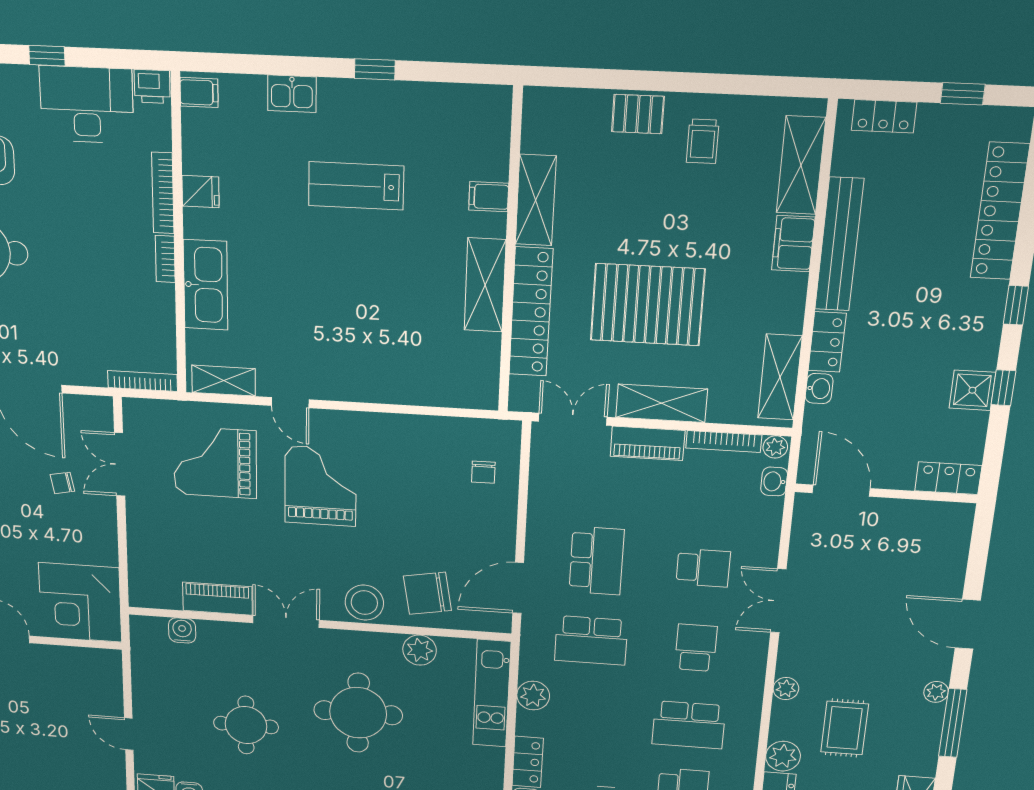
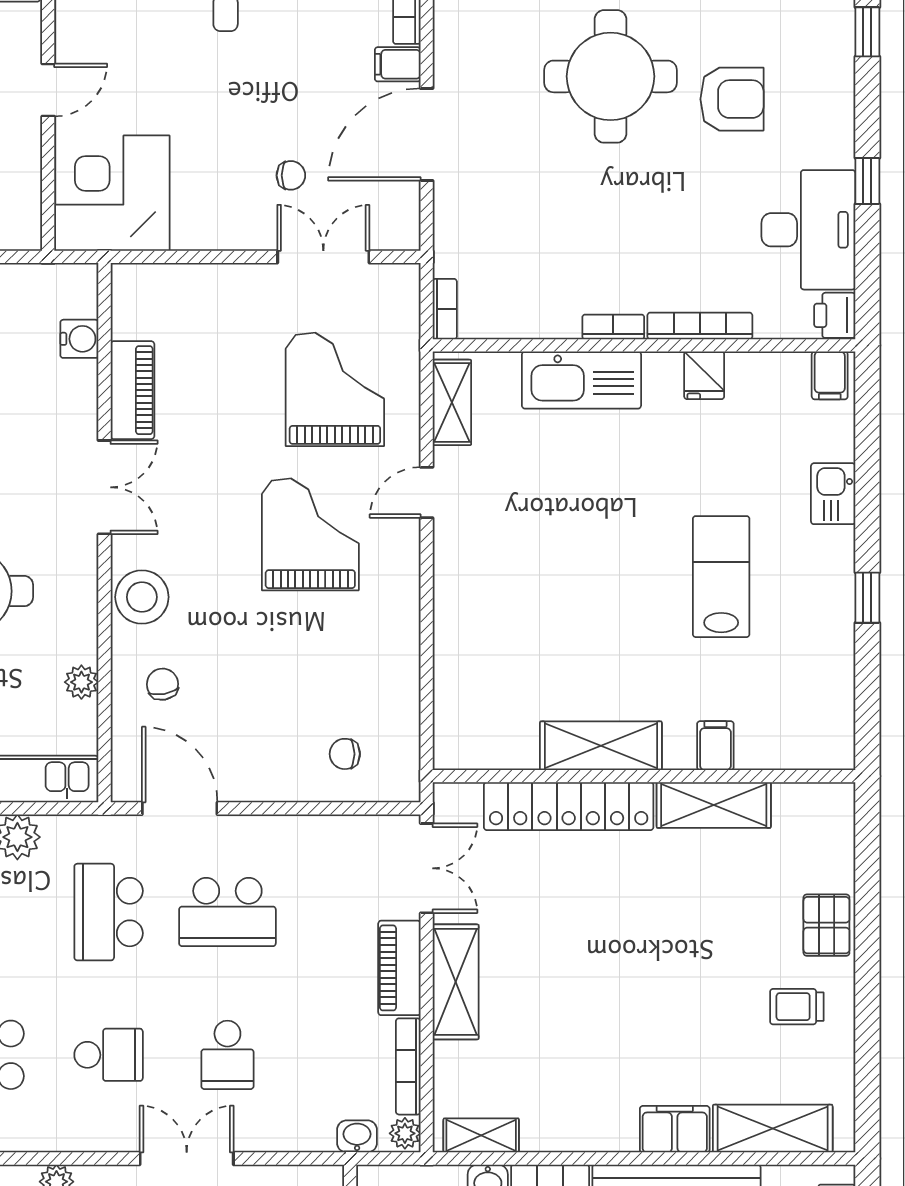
pallet: (647, 305) -> (586, 954), removed
shelving: (780, 377) -> (481, 1135), width x0.67, depth x0.75
bookcase: (143, 381) -> (445, 309), width x0.64
chair: (62, 483) -> (291, 175), turned 101
grand piano: (321, 486) -> (310, 534), turned -90
chair: (427, 593) -> (163, 684), width x0.54, depth x0.54
plant: (420, 650) -> (81, 682), width x0.73, depth x0.73

